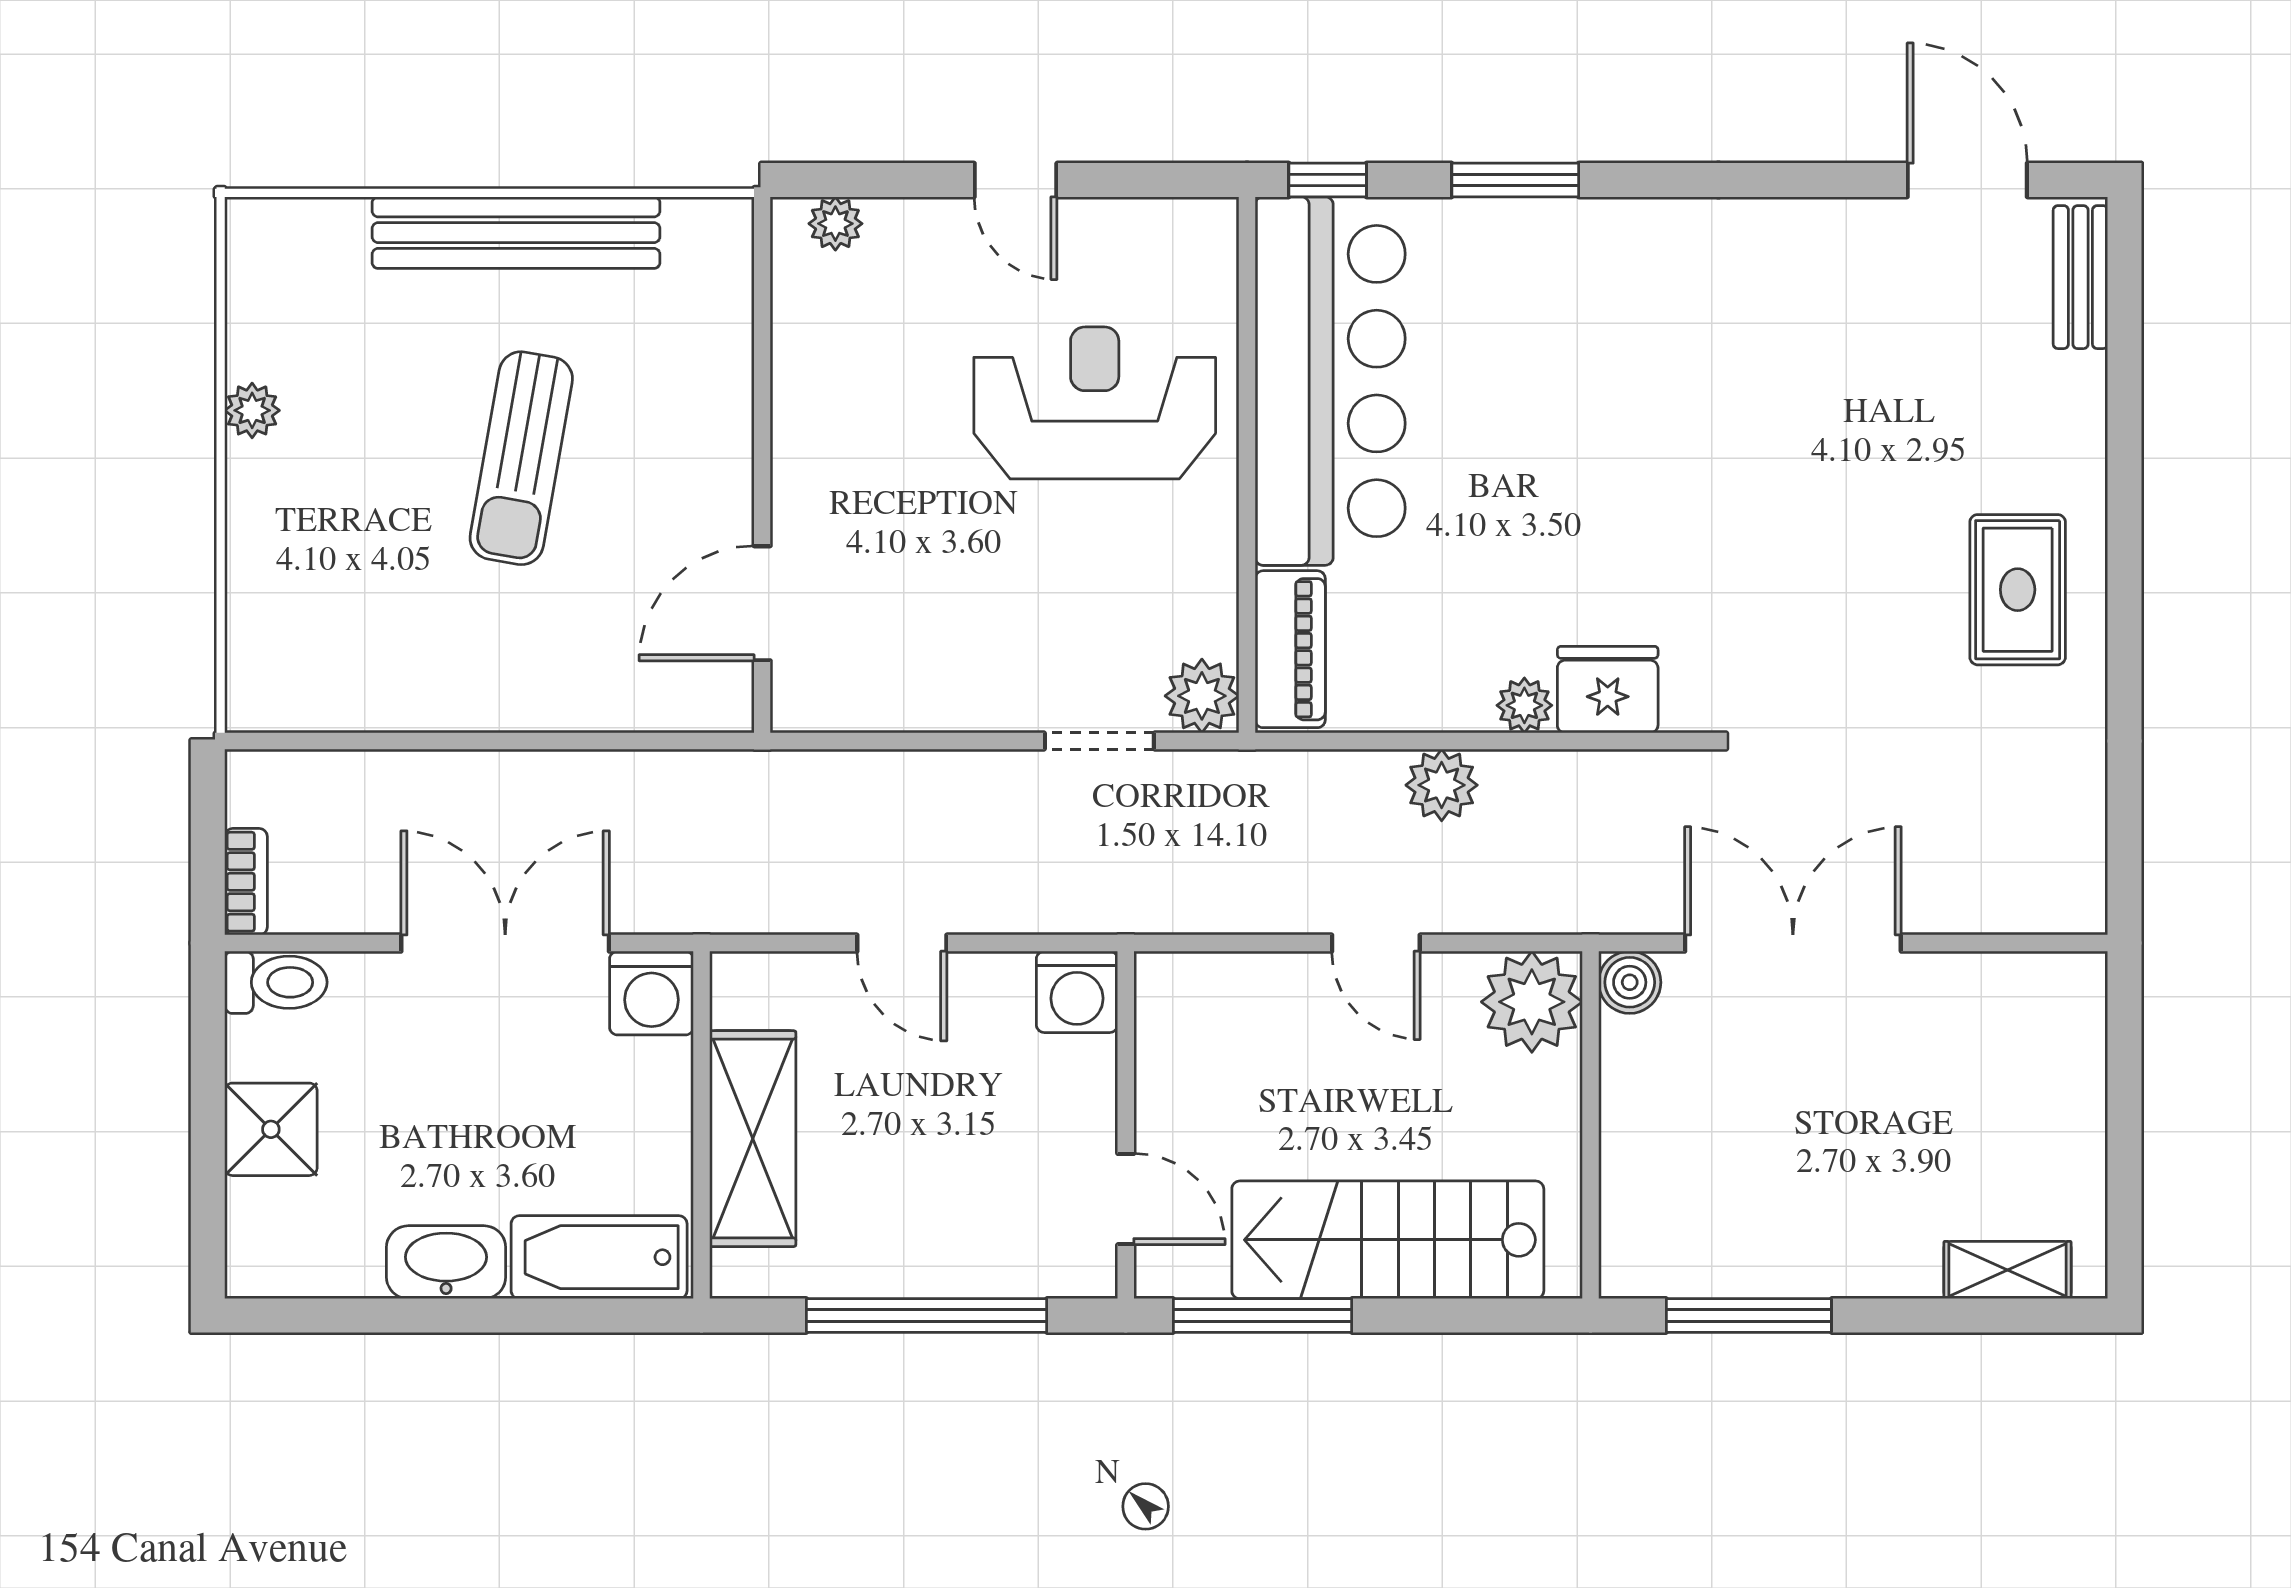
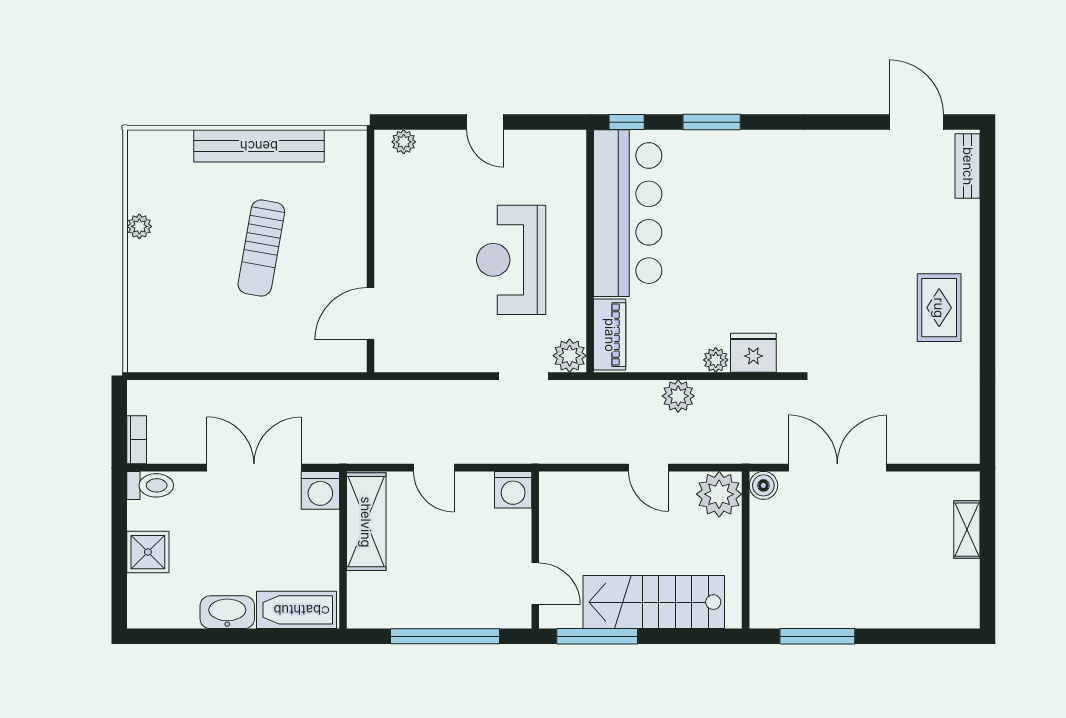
reception desk: (1095, 403) -> (511, 260), moved, turned -90
shelving: (753, 1139) -> (366, 522), moved
shelving: (2008, 1270) -> (967, 530), moved, turned 90

